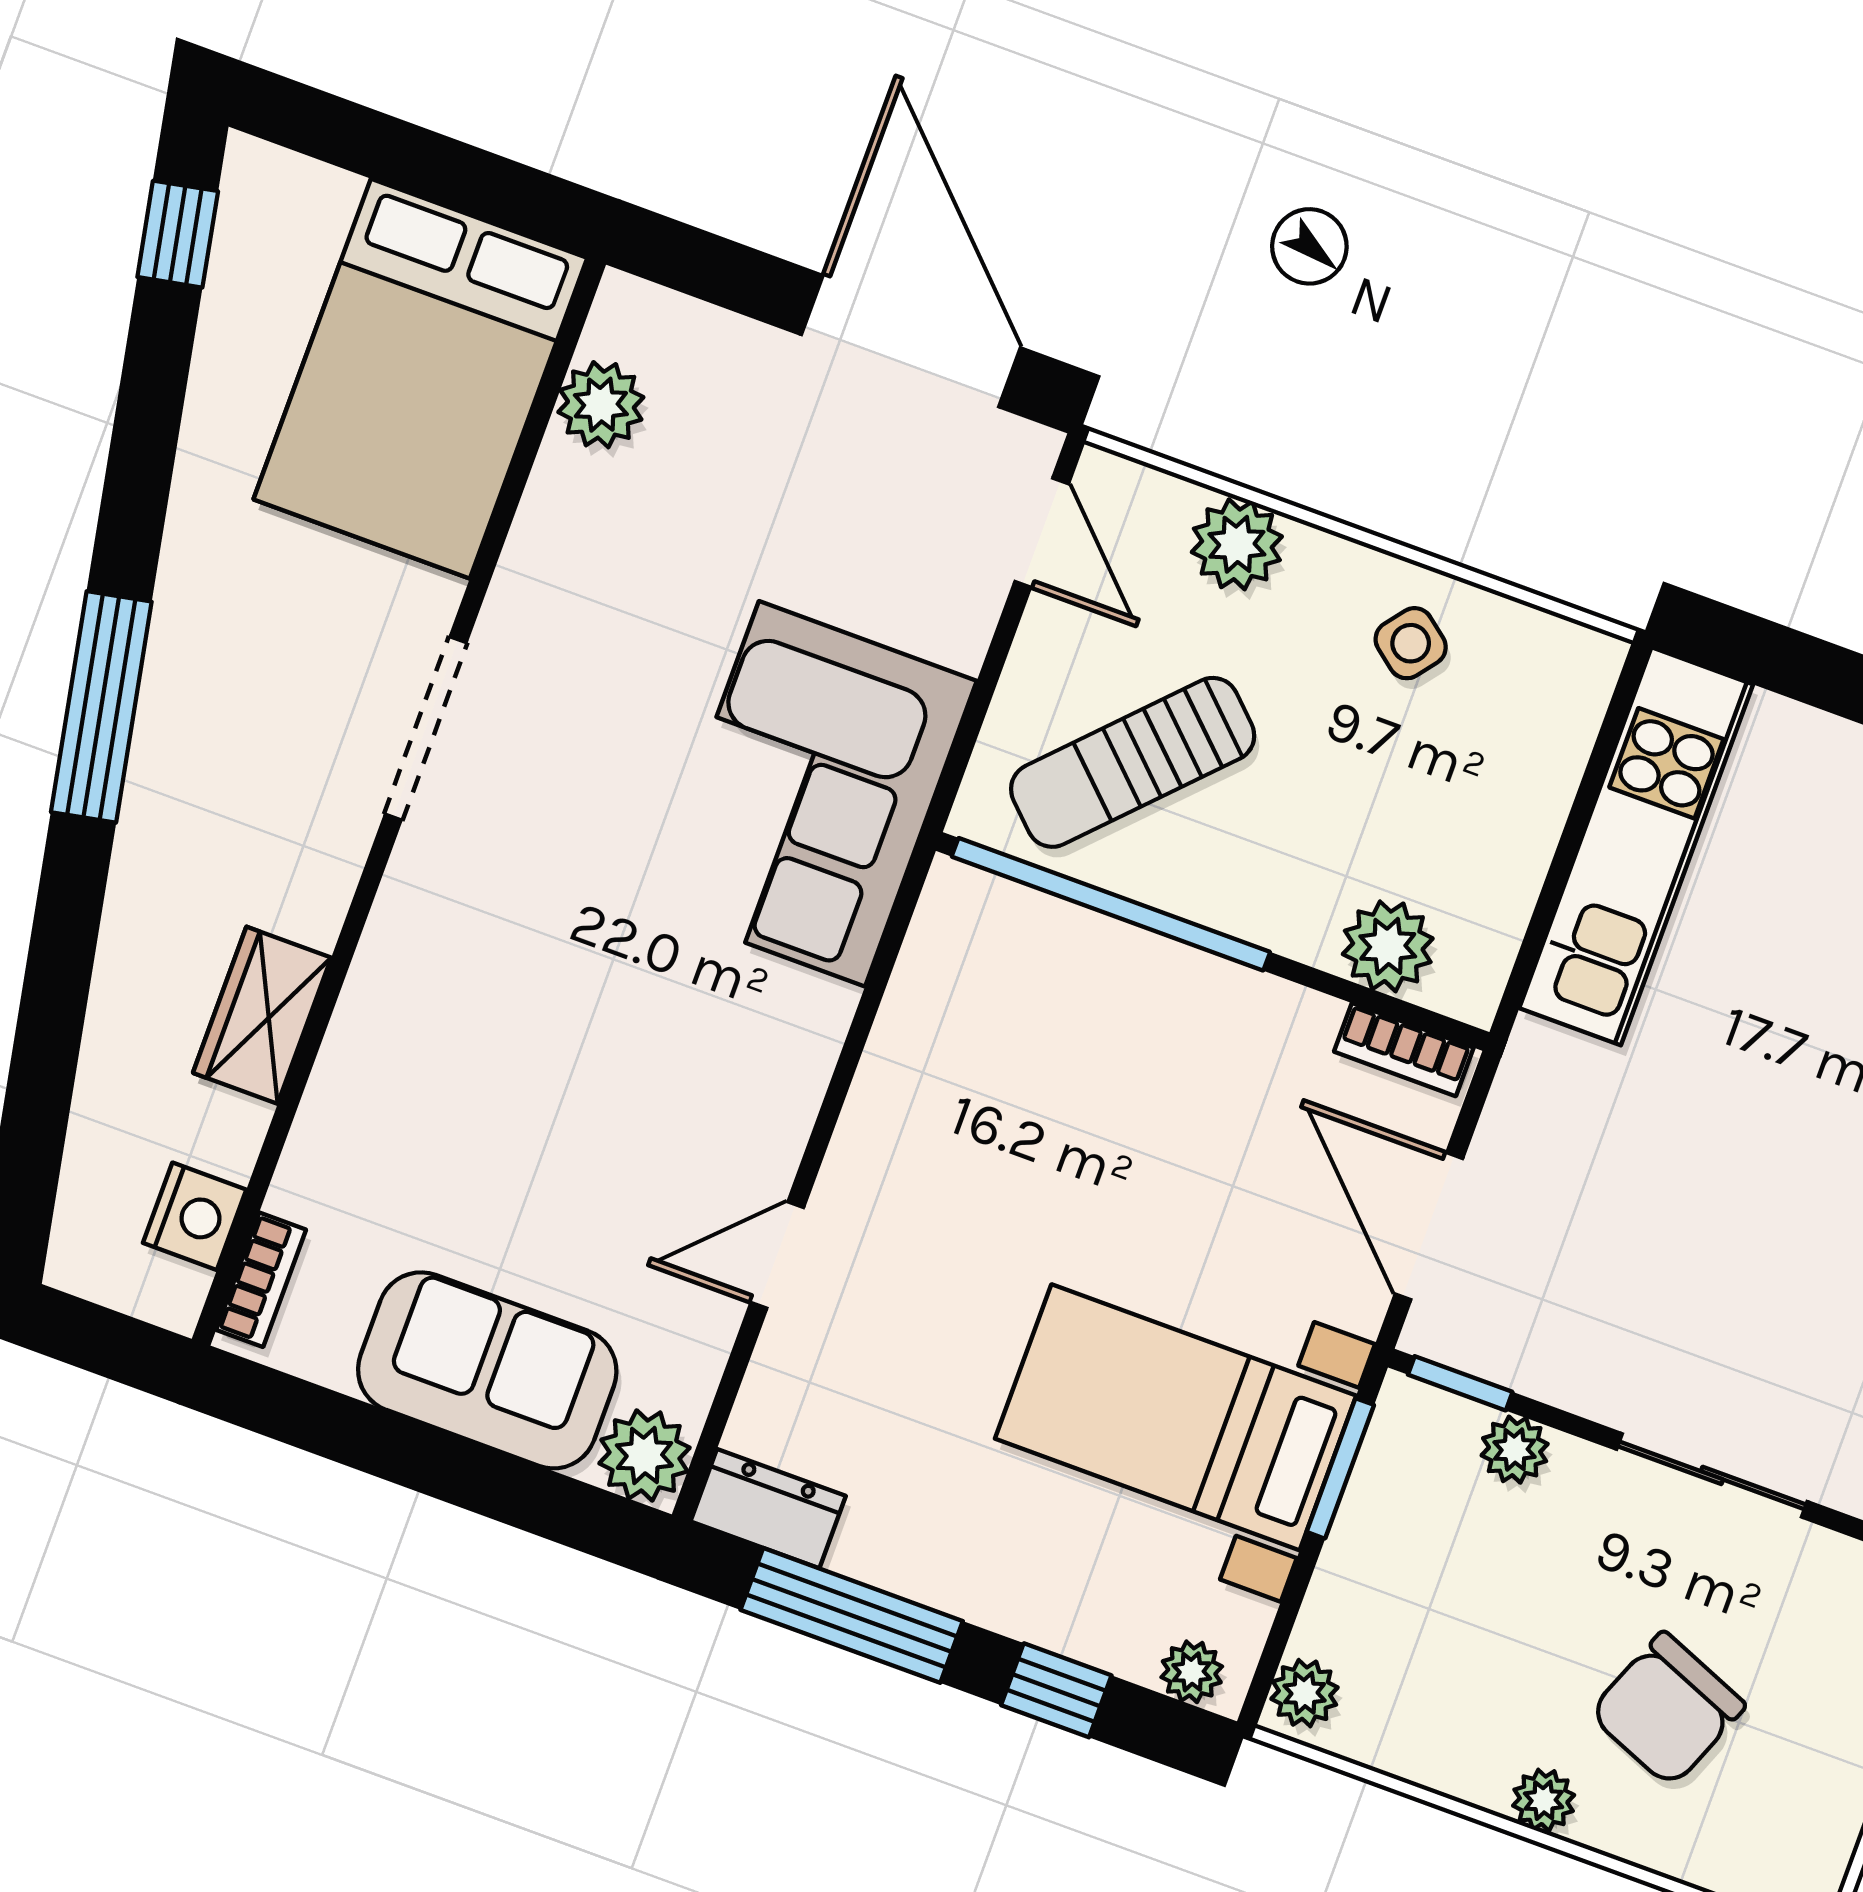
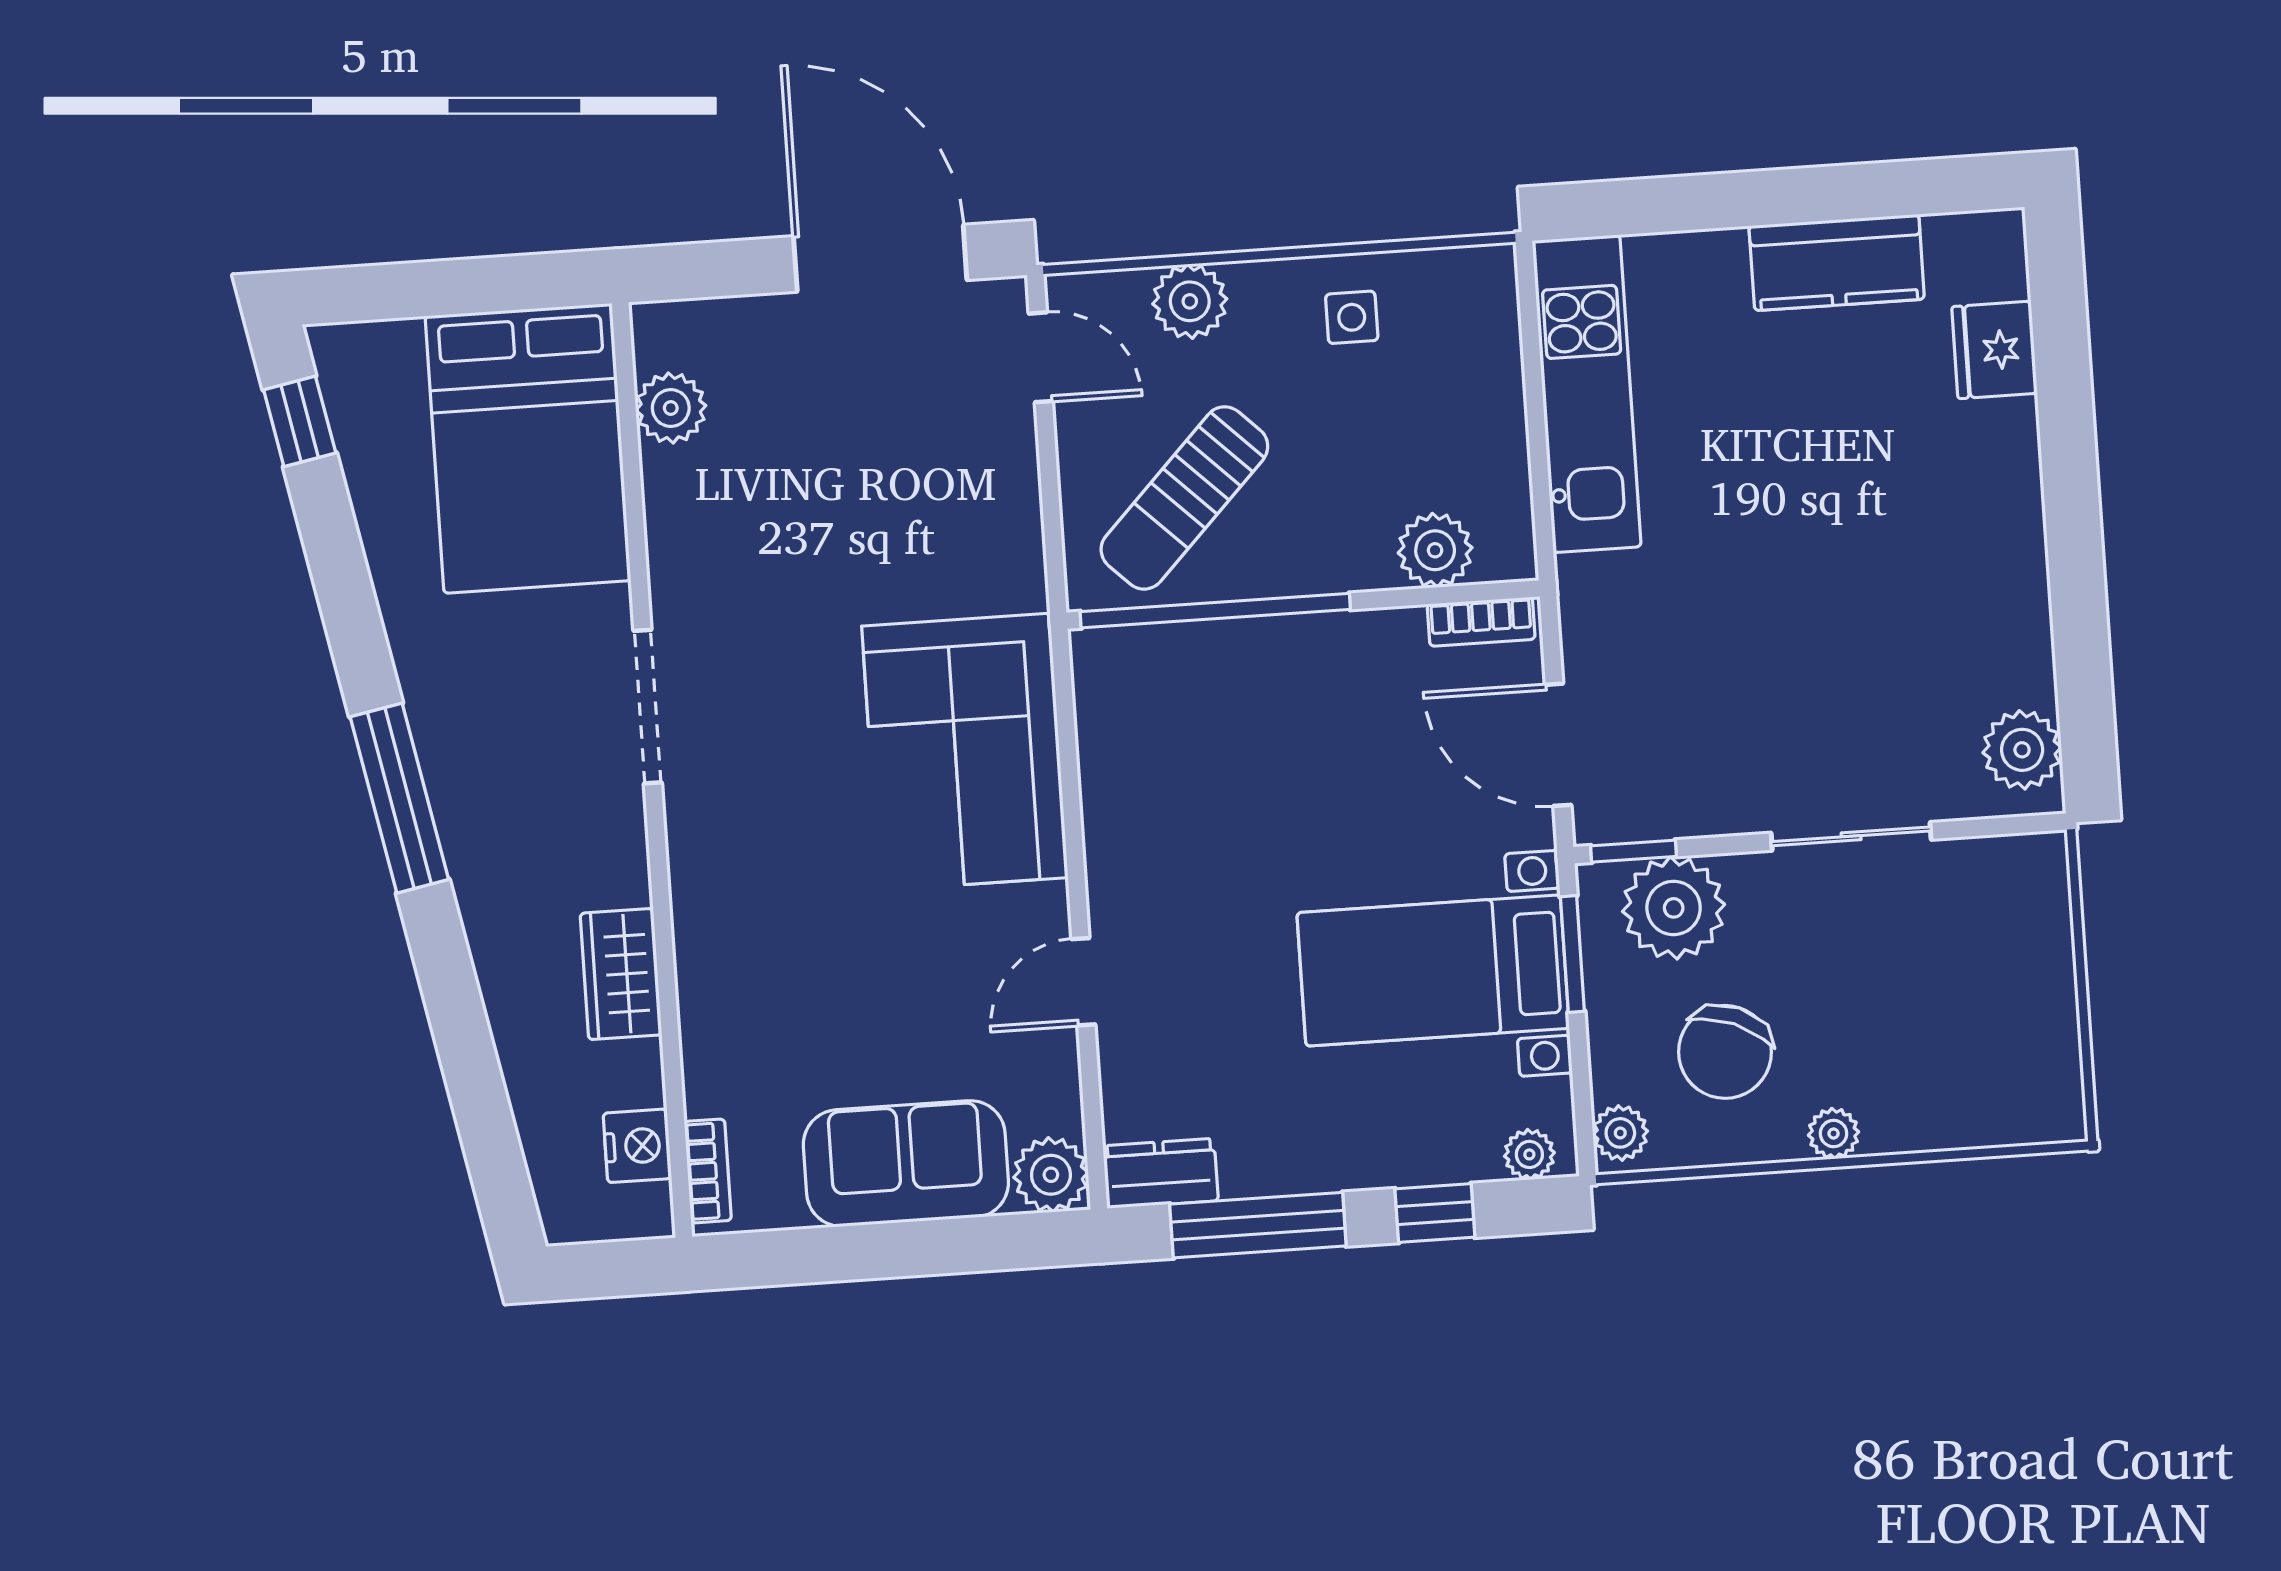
side table: (1411, 643) -> (1352, 317), turned -38
corner sofa: (812, 794) -> (965, 752), moved
plant: (1515, 1450) -> (1674, 908), width x1.88, depth x1.88
chair: (1667, 1709) -> (1725, 1052), moved

